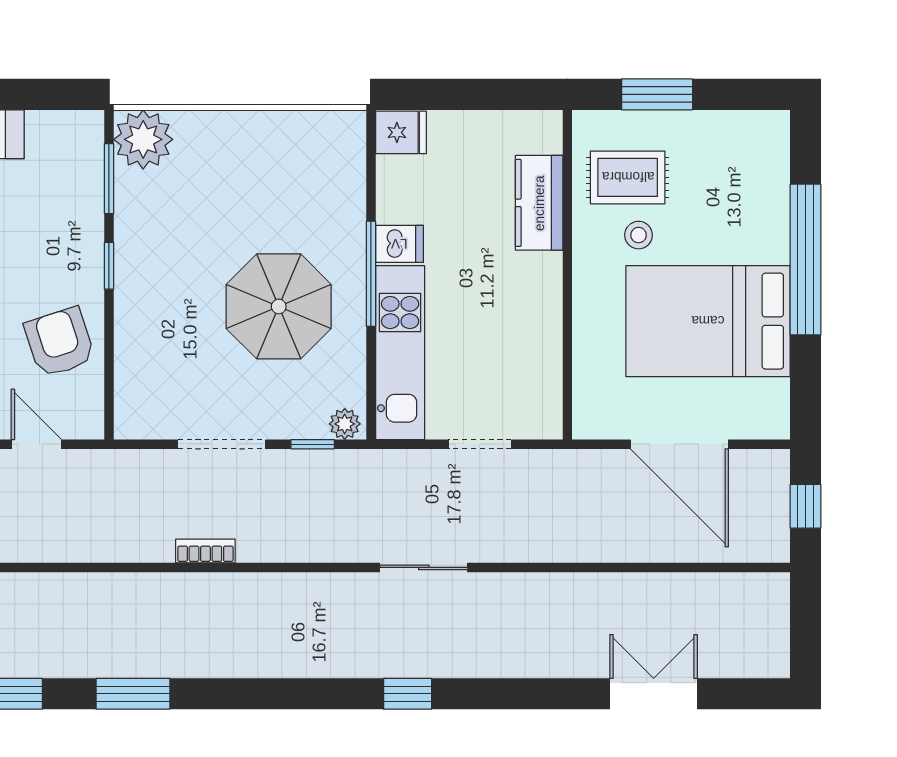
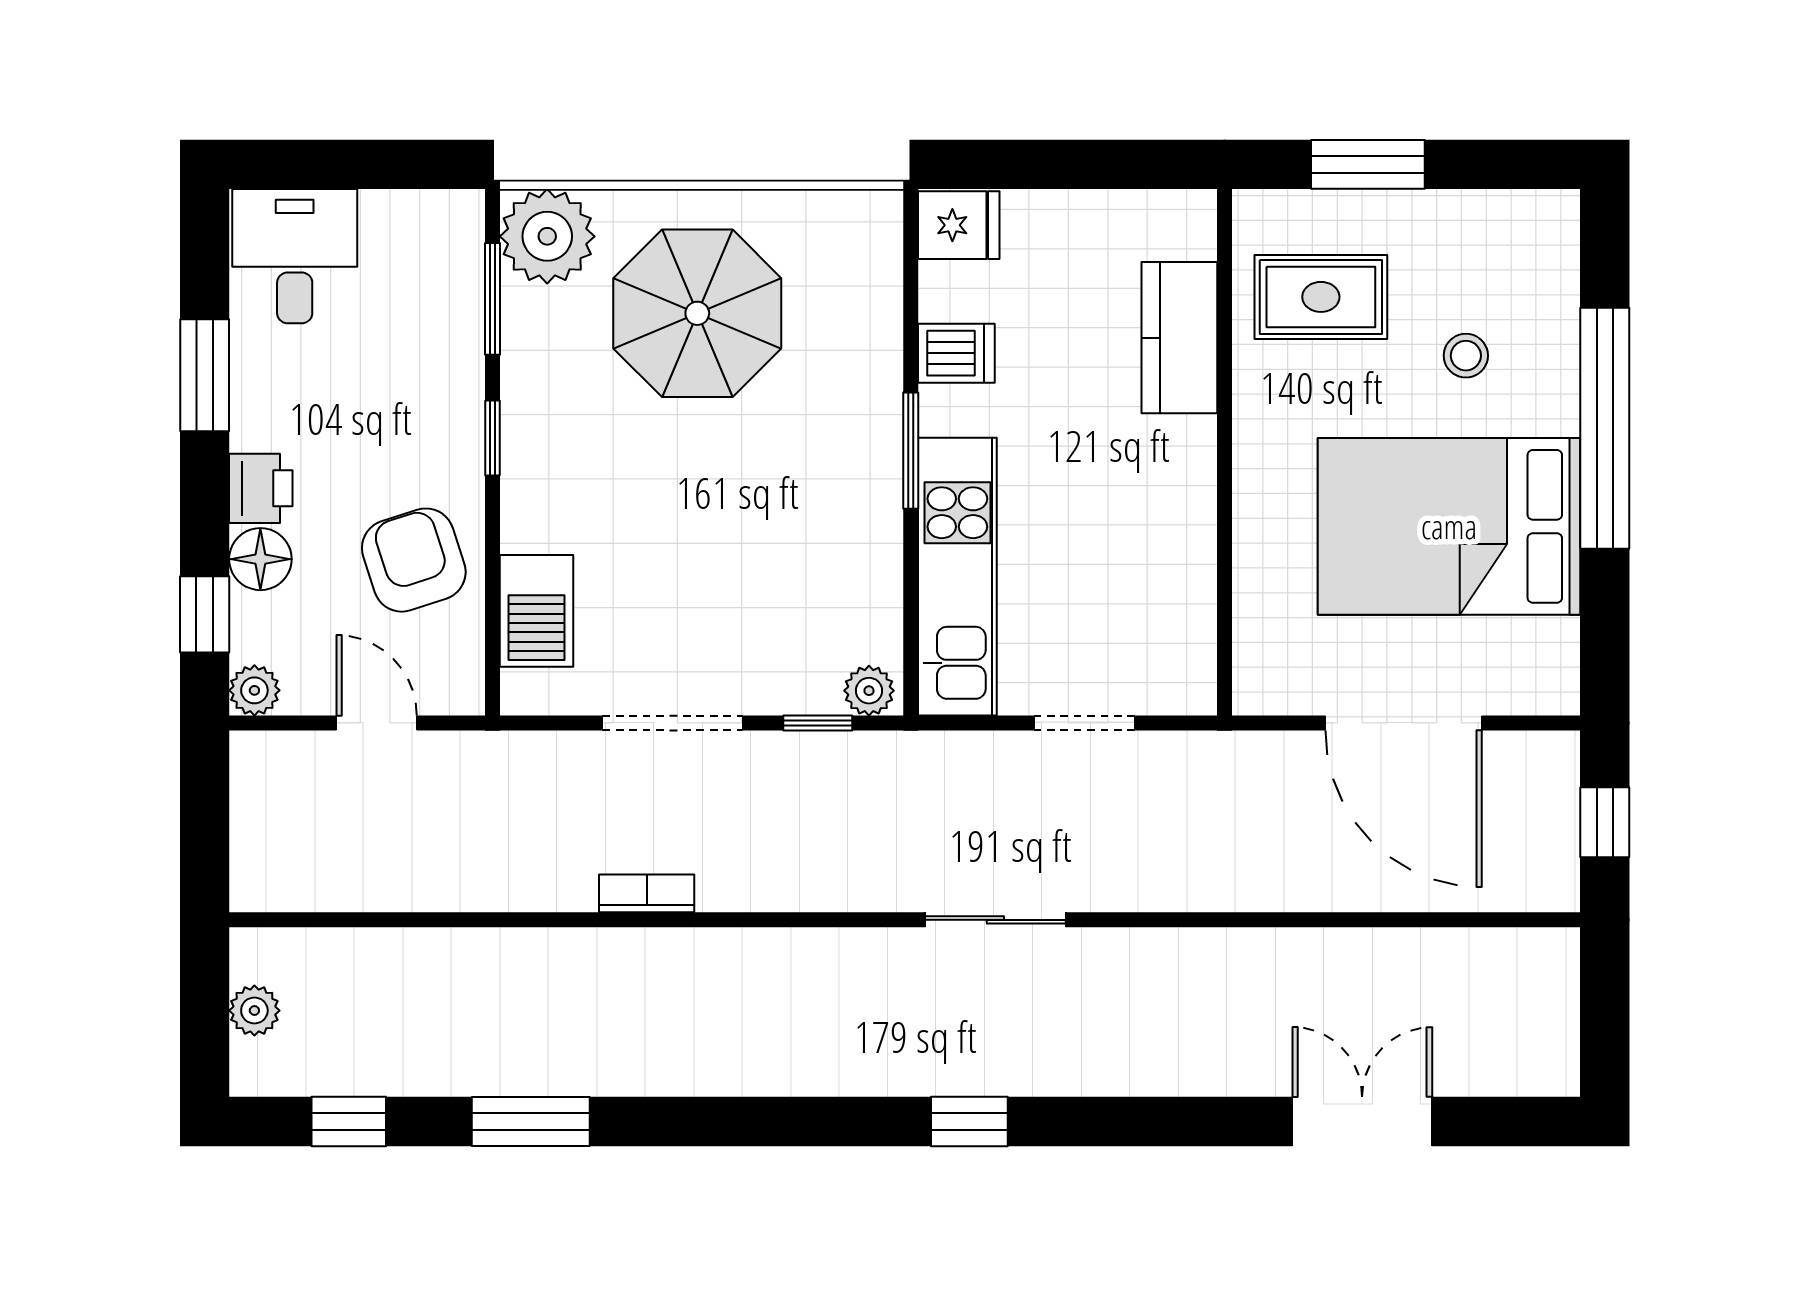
stool: (639, 235) -> (1466, 356), moved
dishwasher: (399, 244) -> (956, 353), moved
window: (371, 274) -> (911, 451), width x0.69
parasol: (279, 306) -> (697, 313), moved
barbecue: (136, 374) -> (536, 611), added

